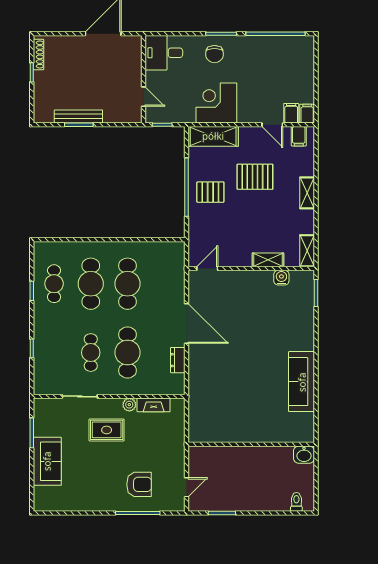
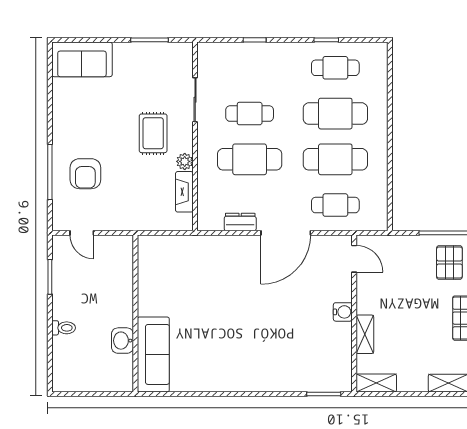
water cooler: (281, 278) -> (343, 312), moved
cafe table: (164, 284) -> (335, 205), added
sofa: (302, 382) -> (153, 354), moved, turned 90
washbasin: (304, 455) -> (122, 341), moved
sofa: (47, 461) -> (82, 59), moved
toilet: (296, 502) -> (64, 328), moved

